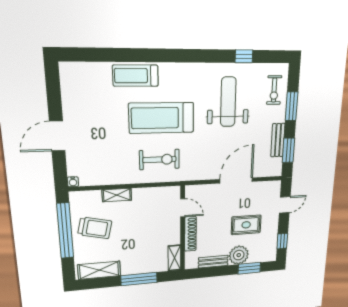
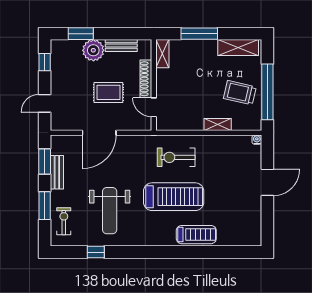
rug: (246, 225) -> (108, 92), moved

